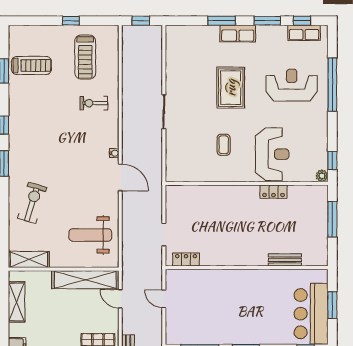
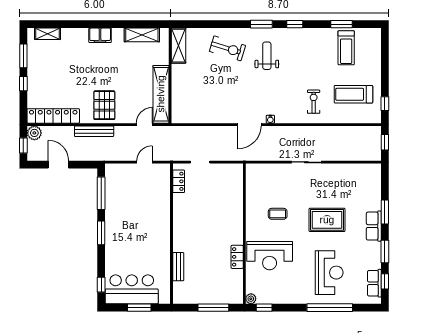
window: (71, 21) -> (385, 104), moved
weight bench: (90, 235) -> (267, 56), moved, width x0.73, depth x0.75

